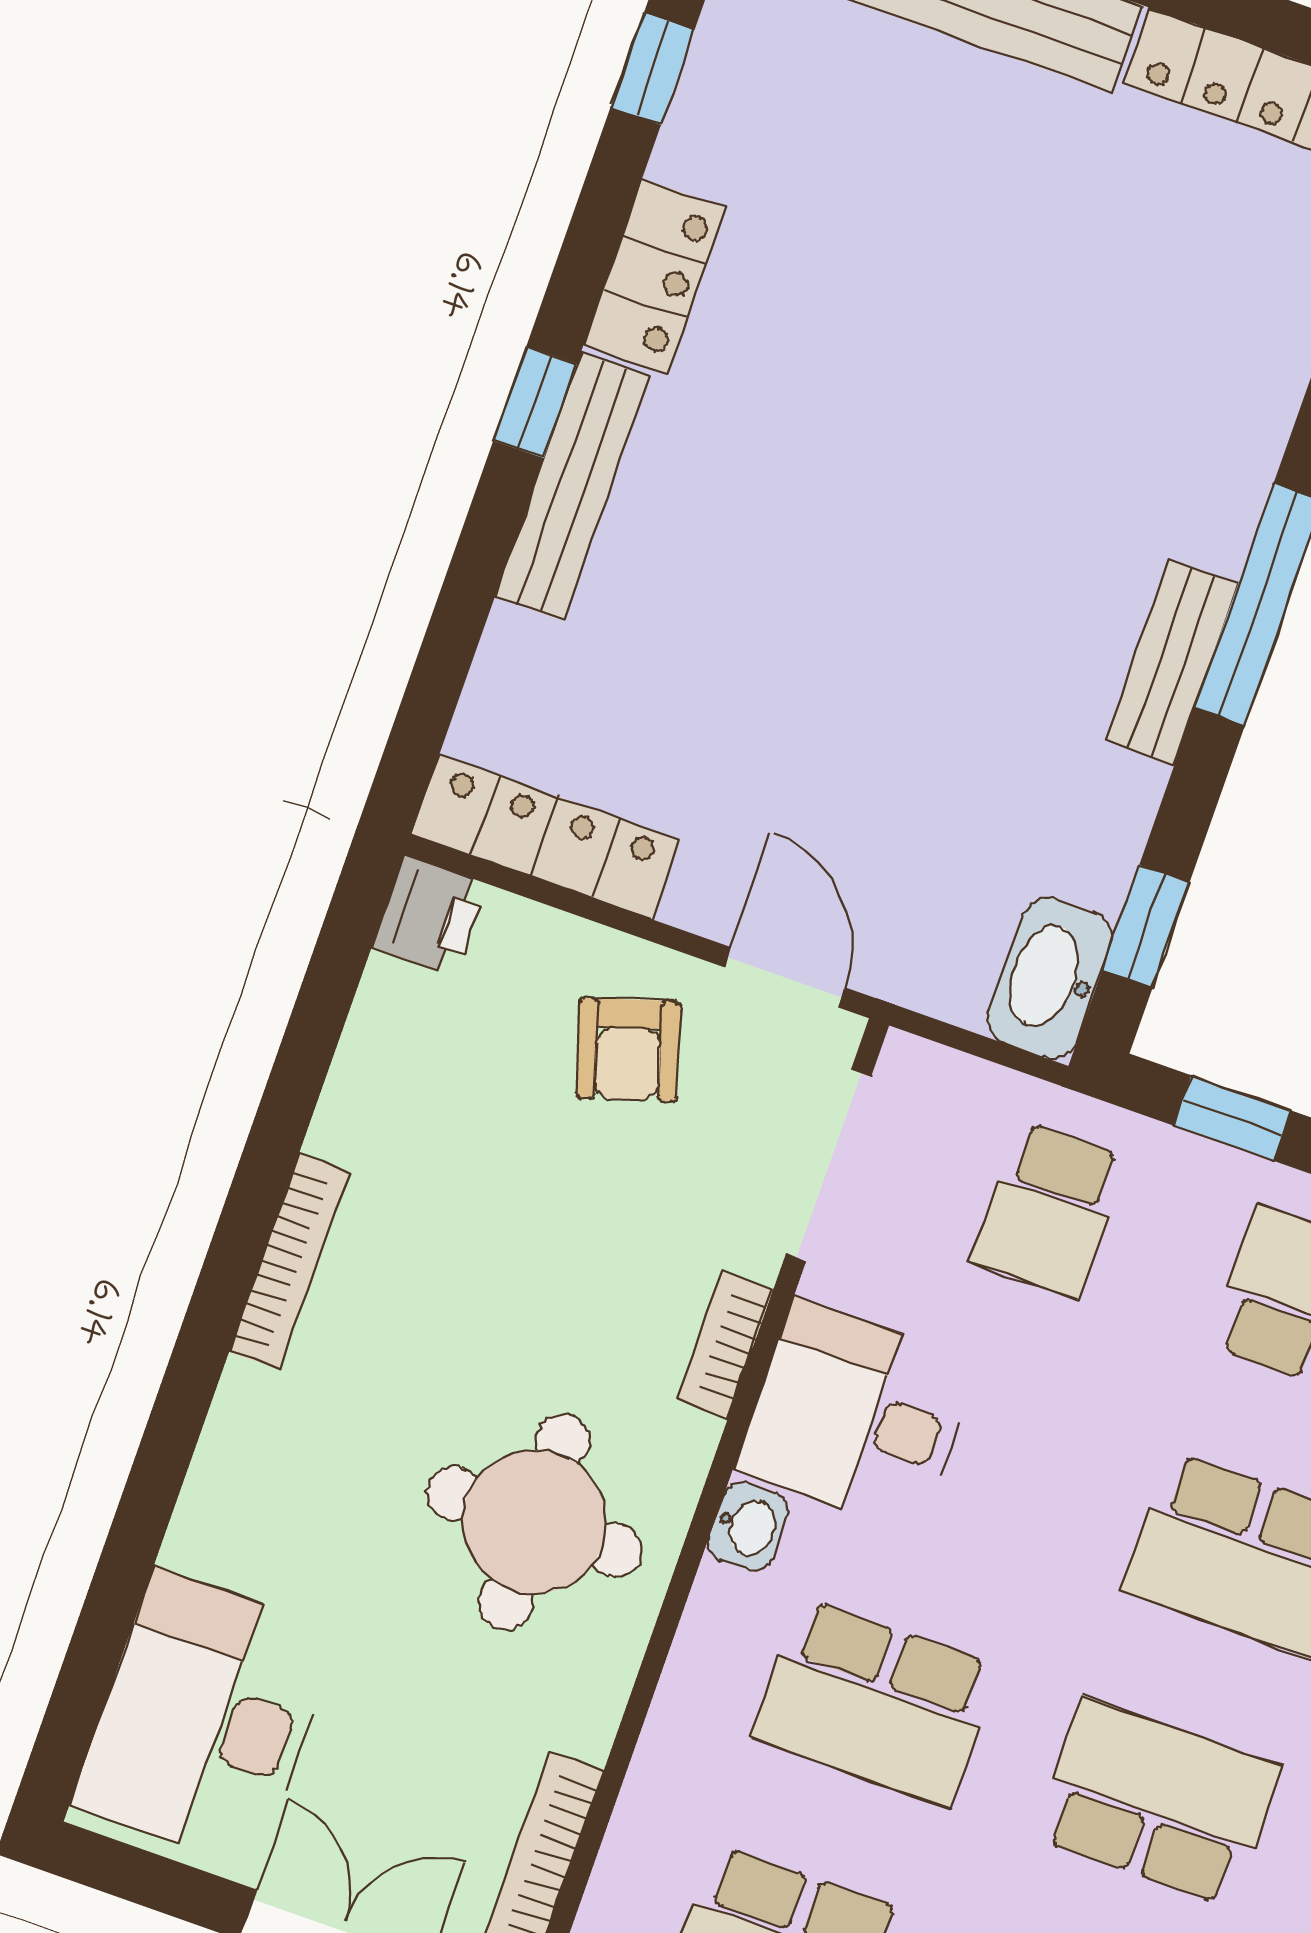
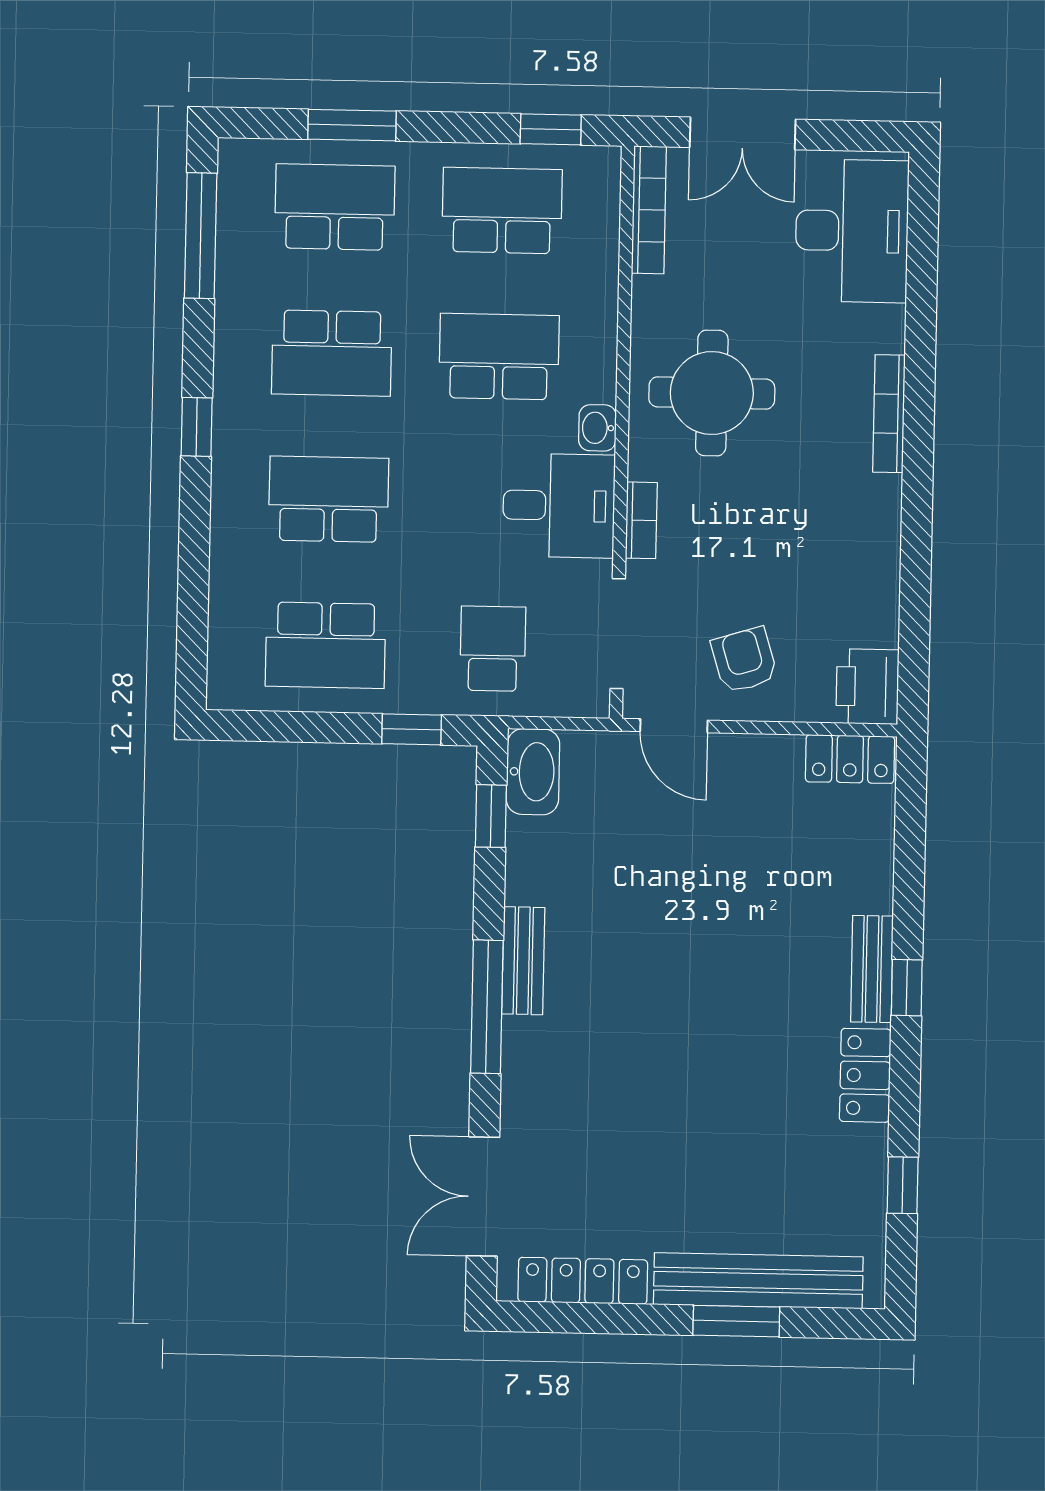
bench: (572, 486) -> (872, 969), width x0.73
locker: (545, 837) -> (850, 759), width x0.66
printer: (430, 916) -> (867, 687), width x1.36, depth x1.24
bookcase: (289, 1262) -> (889, 414), moved

